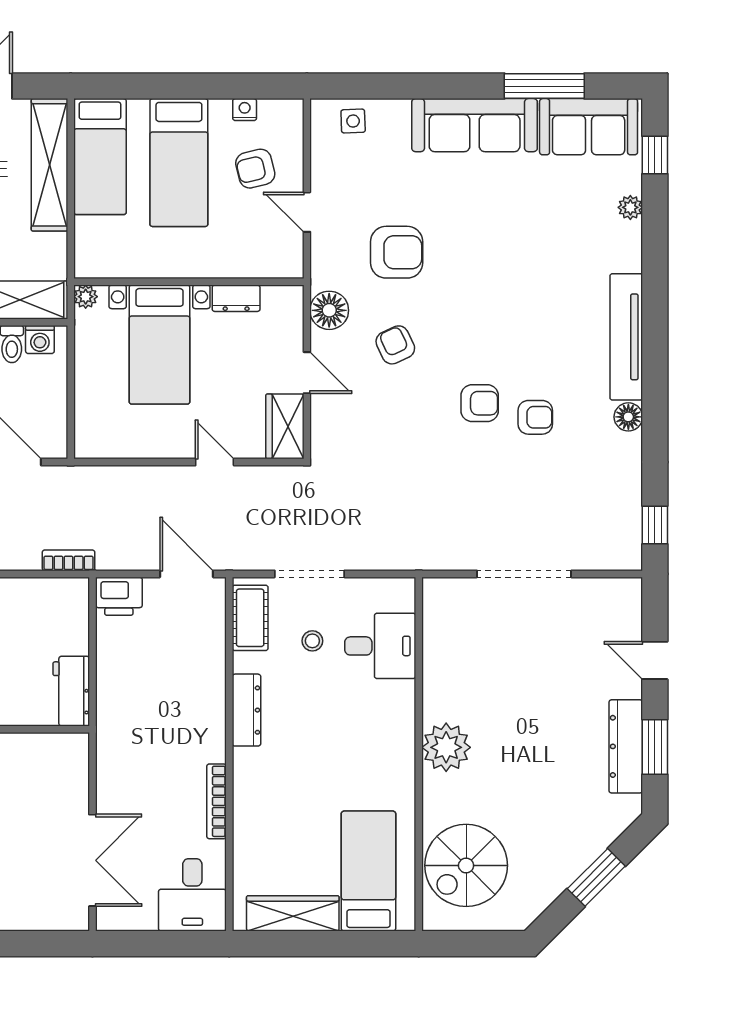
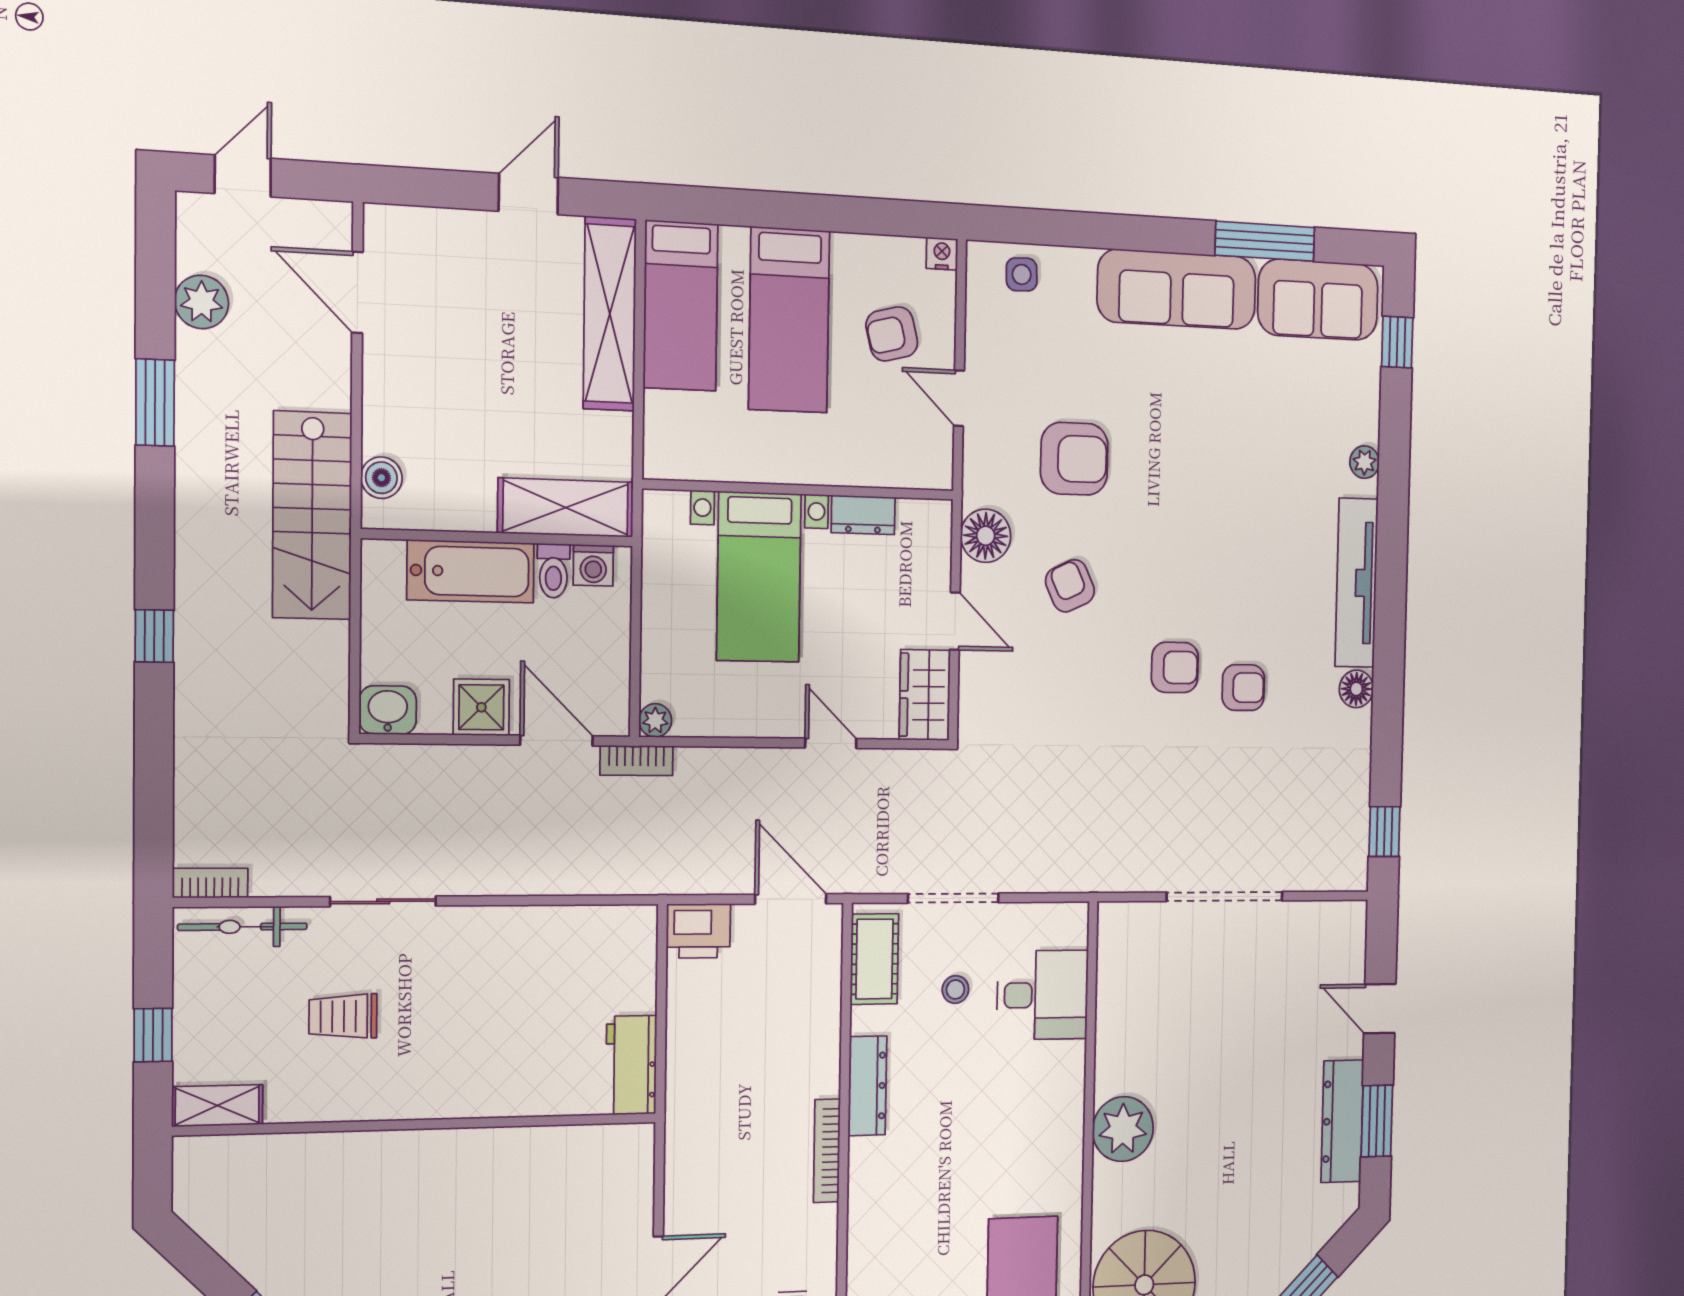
nightstand: (245, 110) -> (942, 254), moved
plant: (630, 207) -> (1365, 462), moved
plant: (86, 297) -> (655, 720), moved
bookcase: (69, 560) -> (636, 761), moved, turned 180
bookcase: (216, 801) -> (827, 1151), moved

